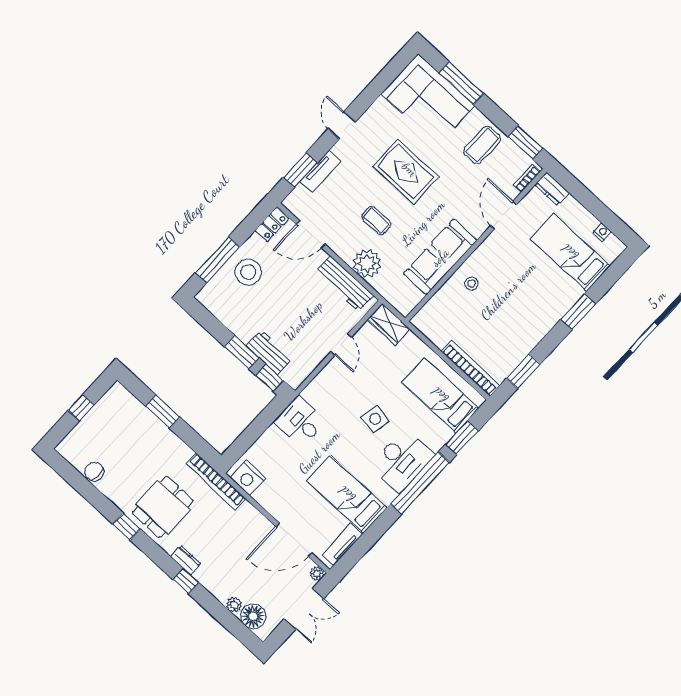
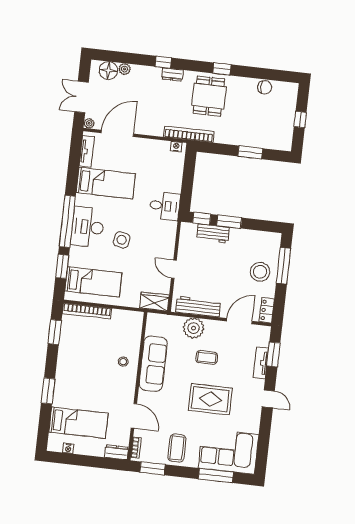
nightstand: (248, 478) -> (176, 147), width x0.53, depth x0.56

